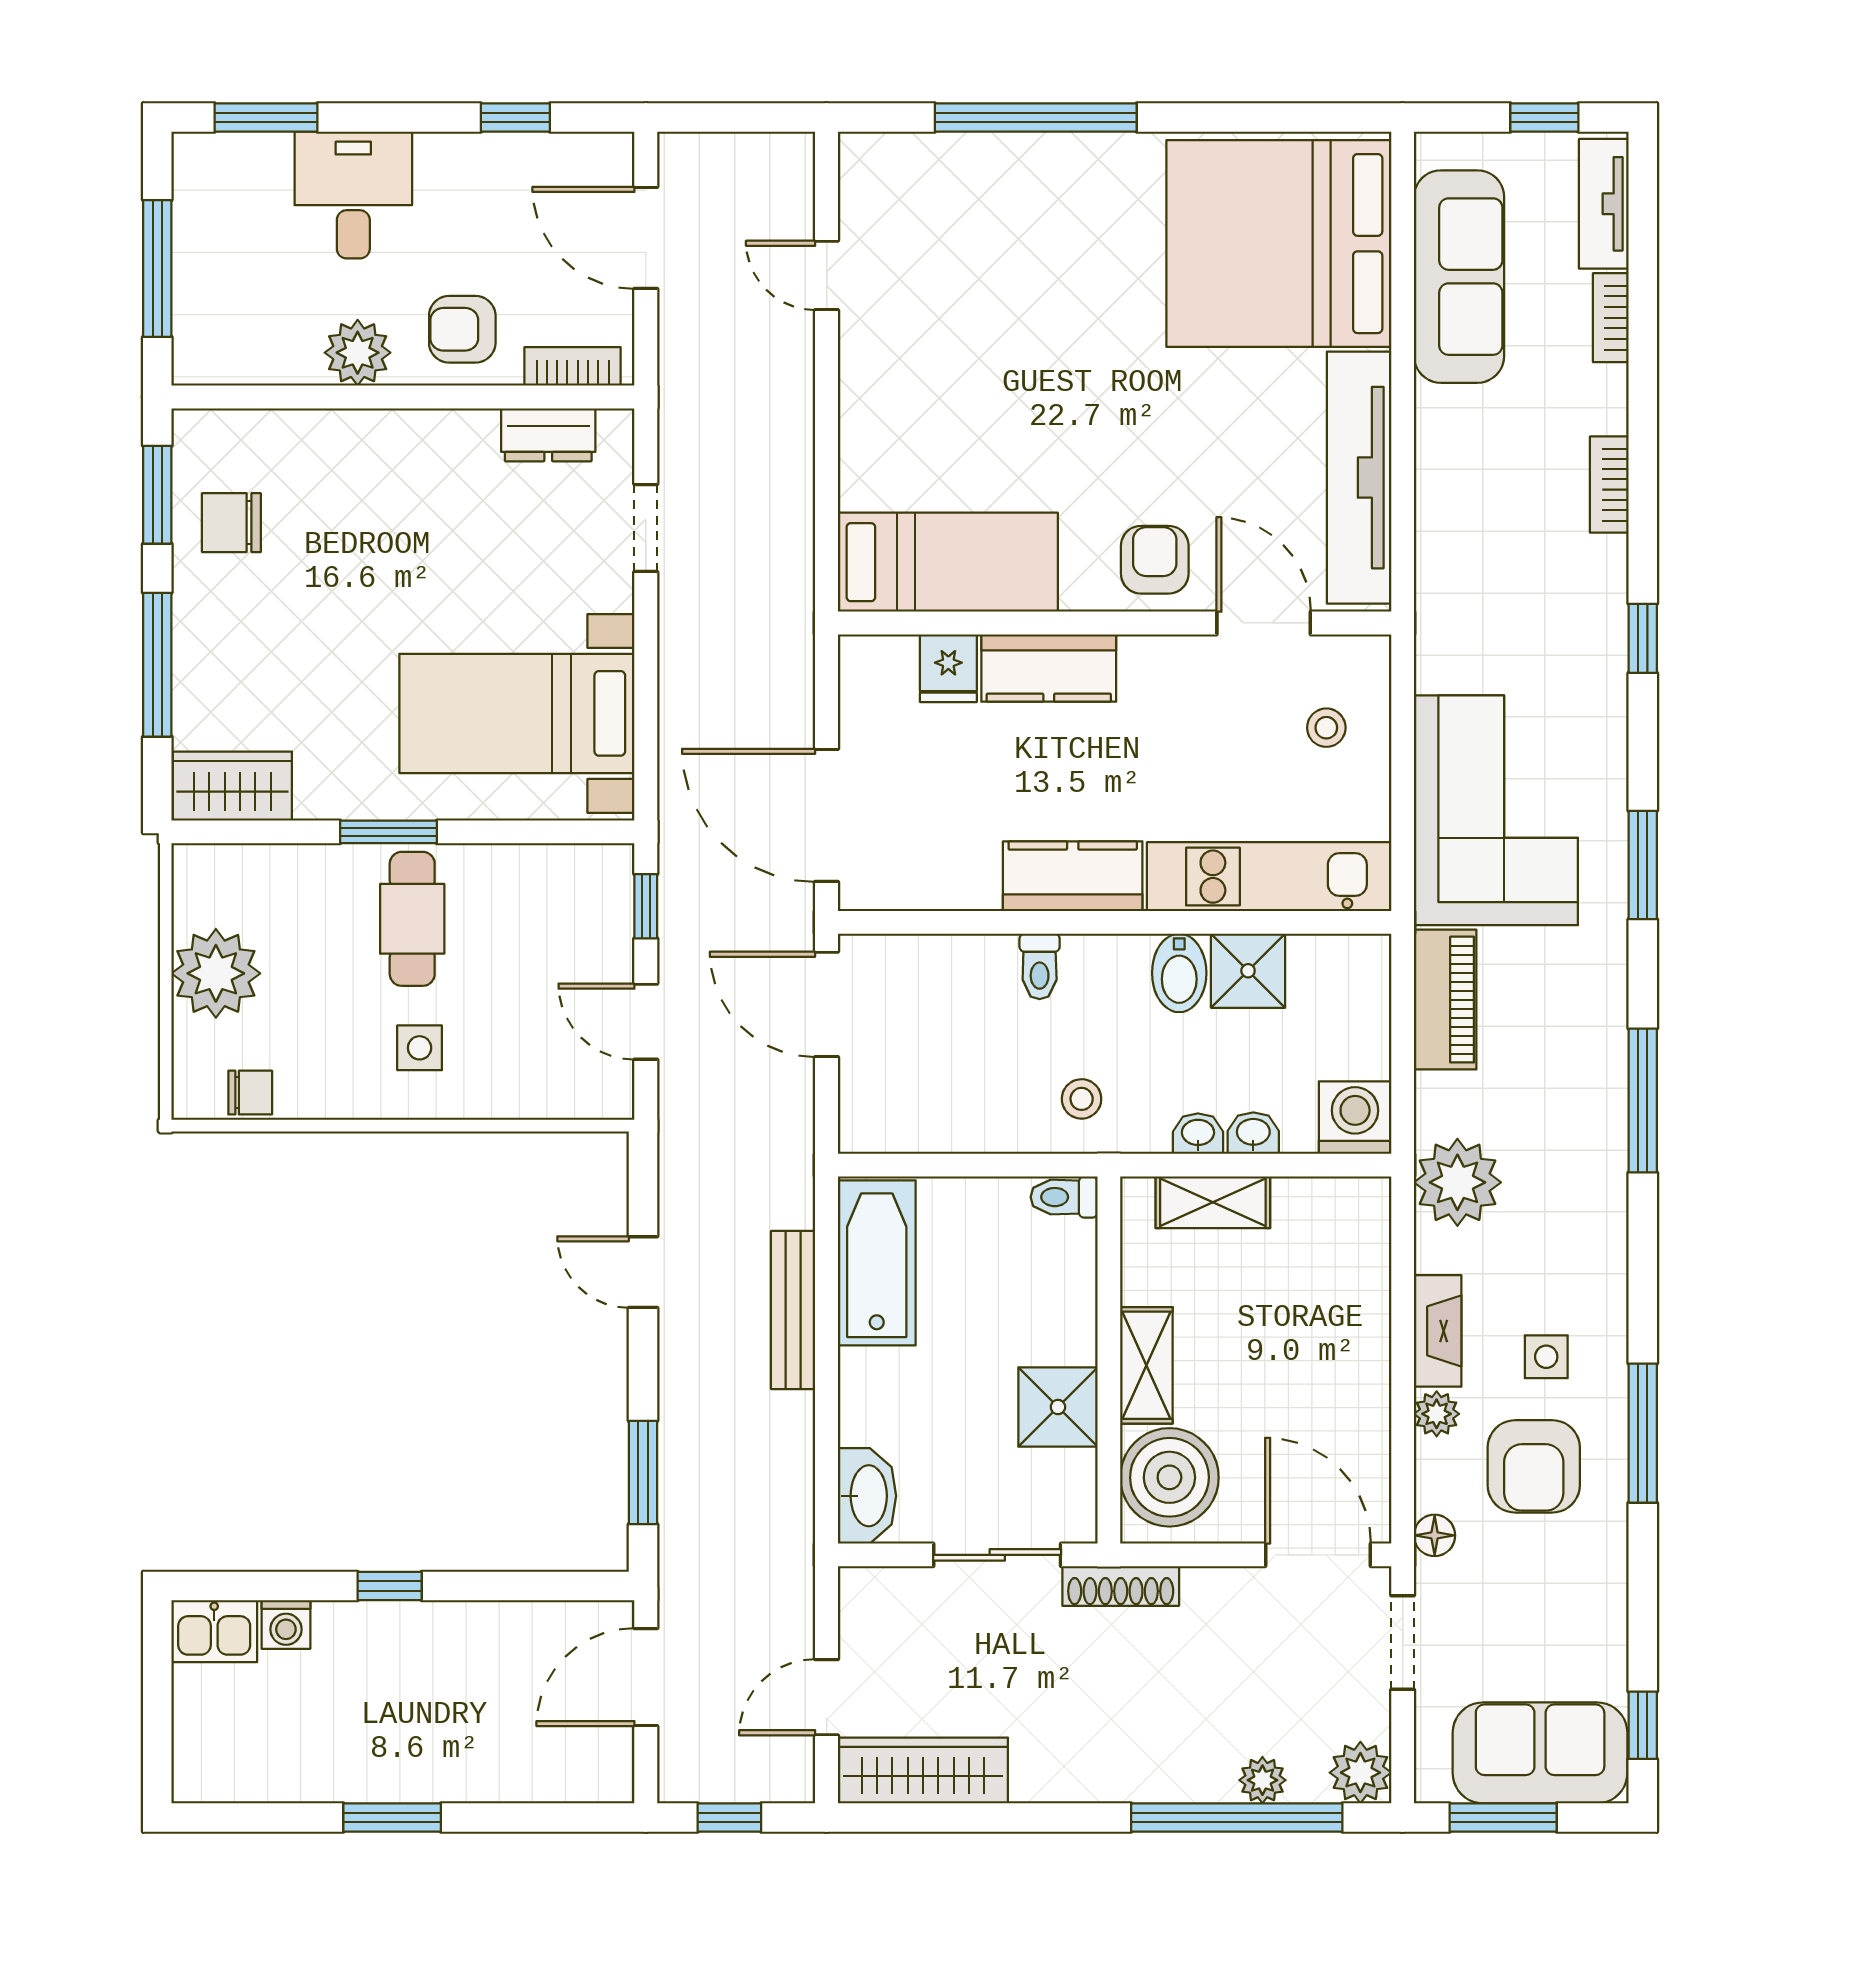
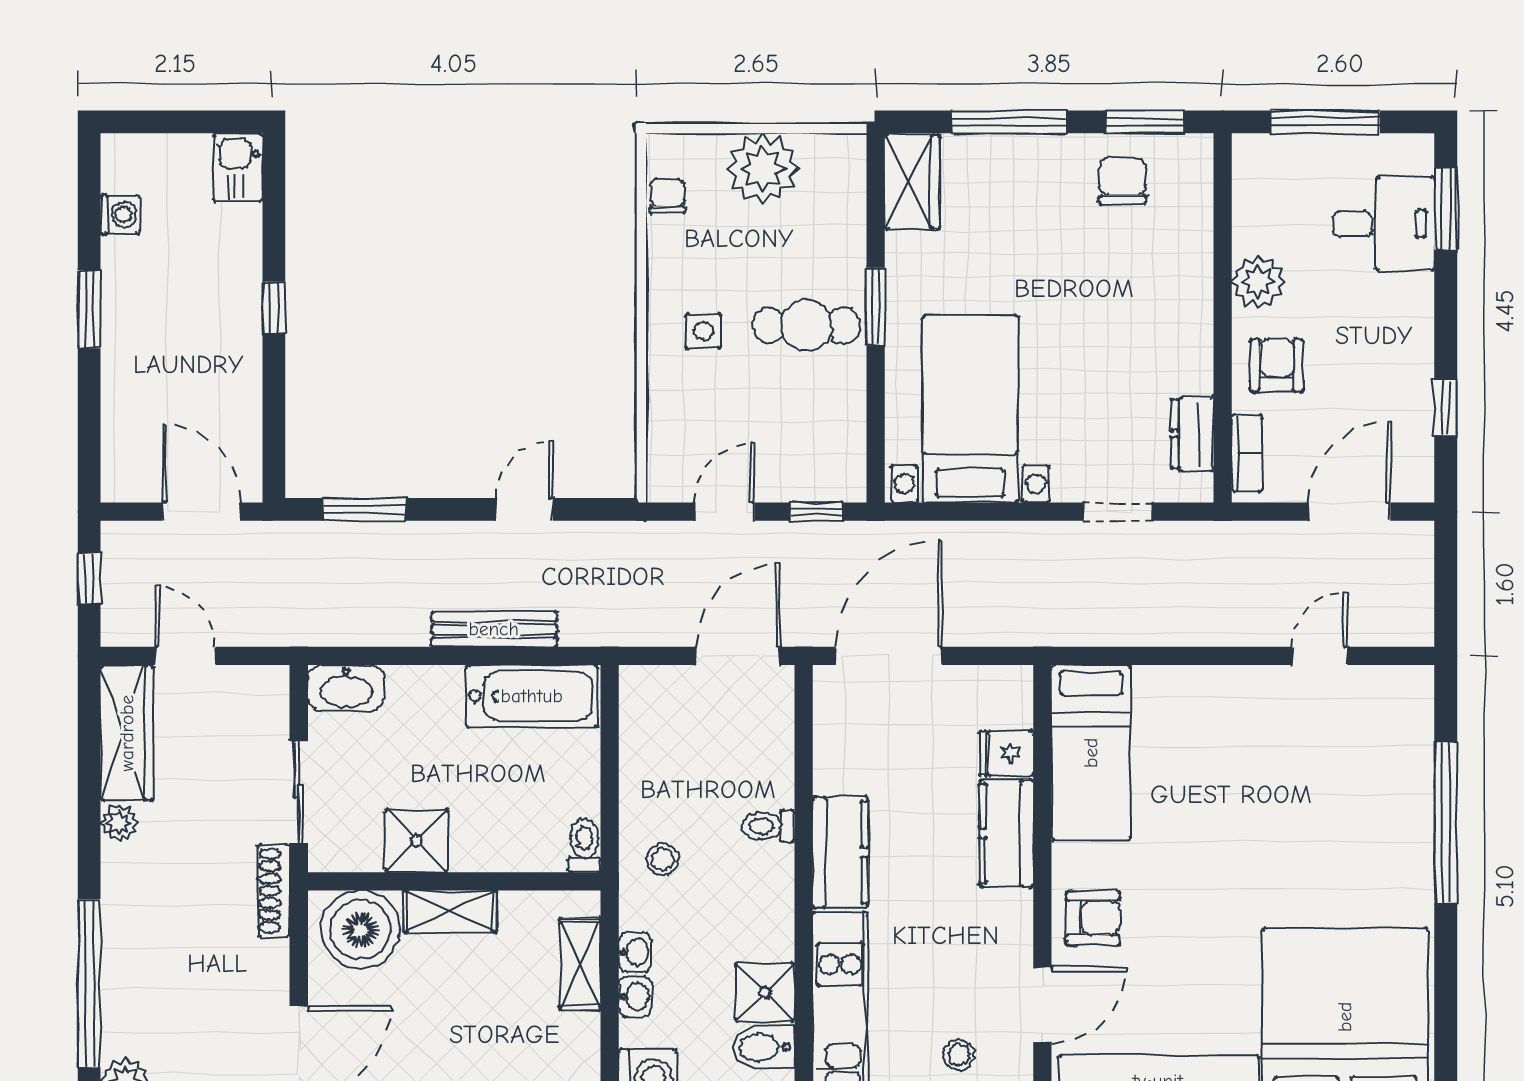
desk: (353, 195) -> (1384, 224), moved
bidet: (1179, 973) -> (763, 1047), moved
chair: (250, 1093) -> (668, 196), turned 180
washing machine: (286, 1624) -> (120, 215), moved, turned 180
plant: (1262, 1780) -> (119, 823), moved

